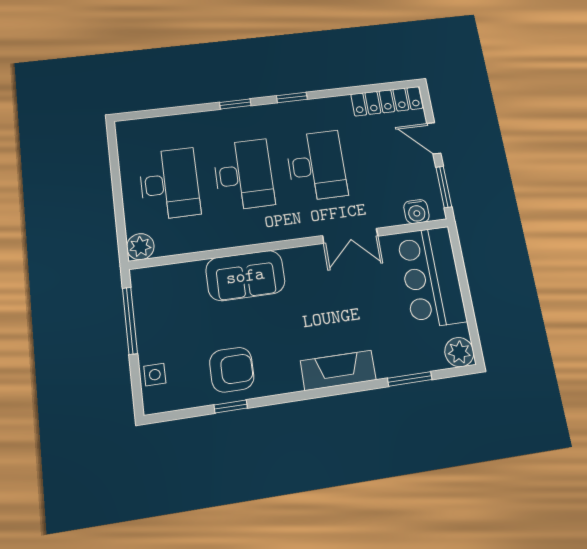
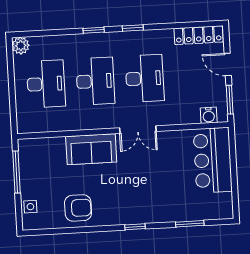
double door: (350, 236) -> (138, 130), moved
plant: (140, 247) -> (21, 46), moved
plant: (459, 352) -> (224, 210), removed
fireplace: (338, 370) -> (145, 214), removed
window: (231, 406) -> (135, 227), moved

